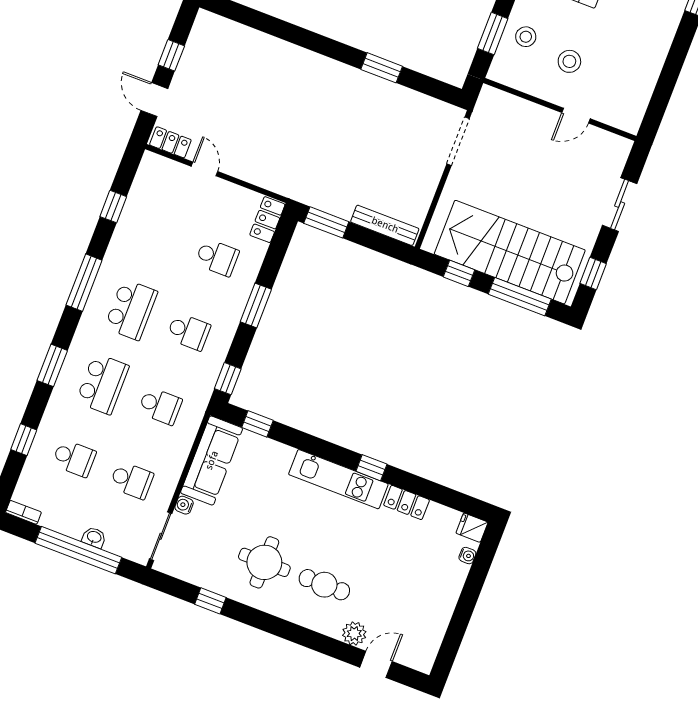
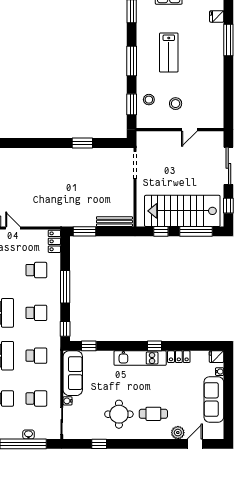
sliding door: (620, 205) -> (228, 166), width x1.37
window: (256, 306) -> (65, 287), width x1.44
sofa: (439, 600) -> (214, 399), added

